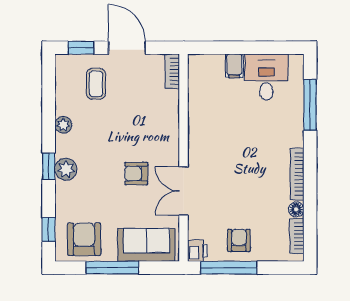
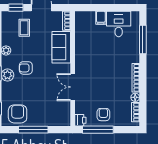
armchair: (136, 174) -> (26, 68), moved
sofa: (147, 245) -> (61, 47), moved, turned -90

